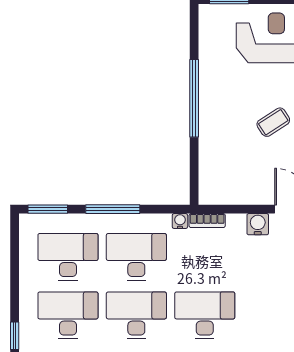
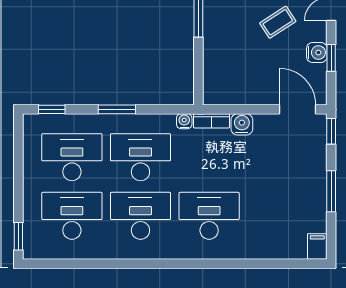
window: (48, 209) -> (52, 109), width x0.67
window: (113, 209) -> (117, 109), width x0.69
water cooler: (258, 224) -> (242, 124), moved

